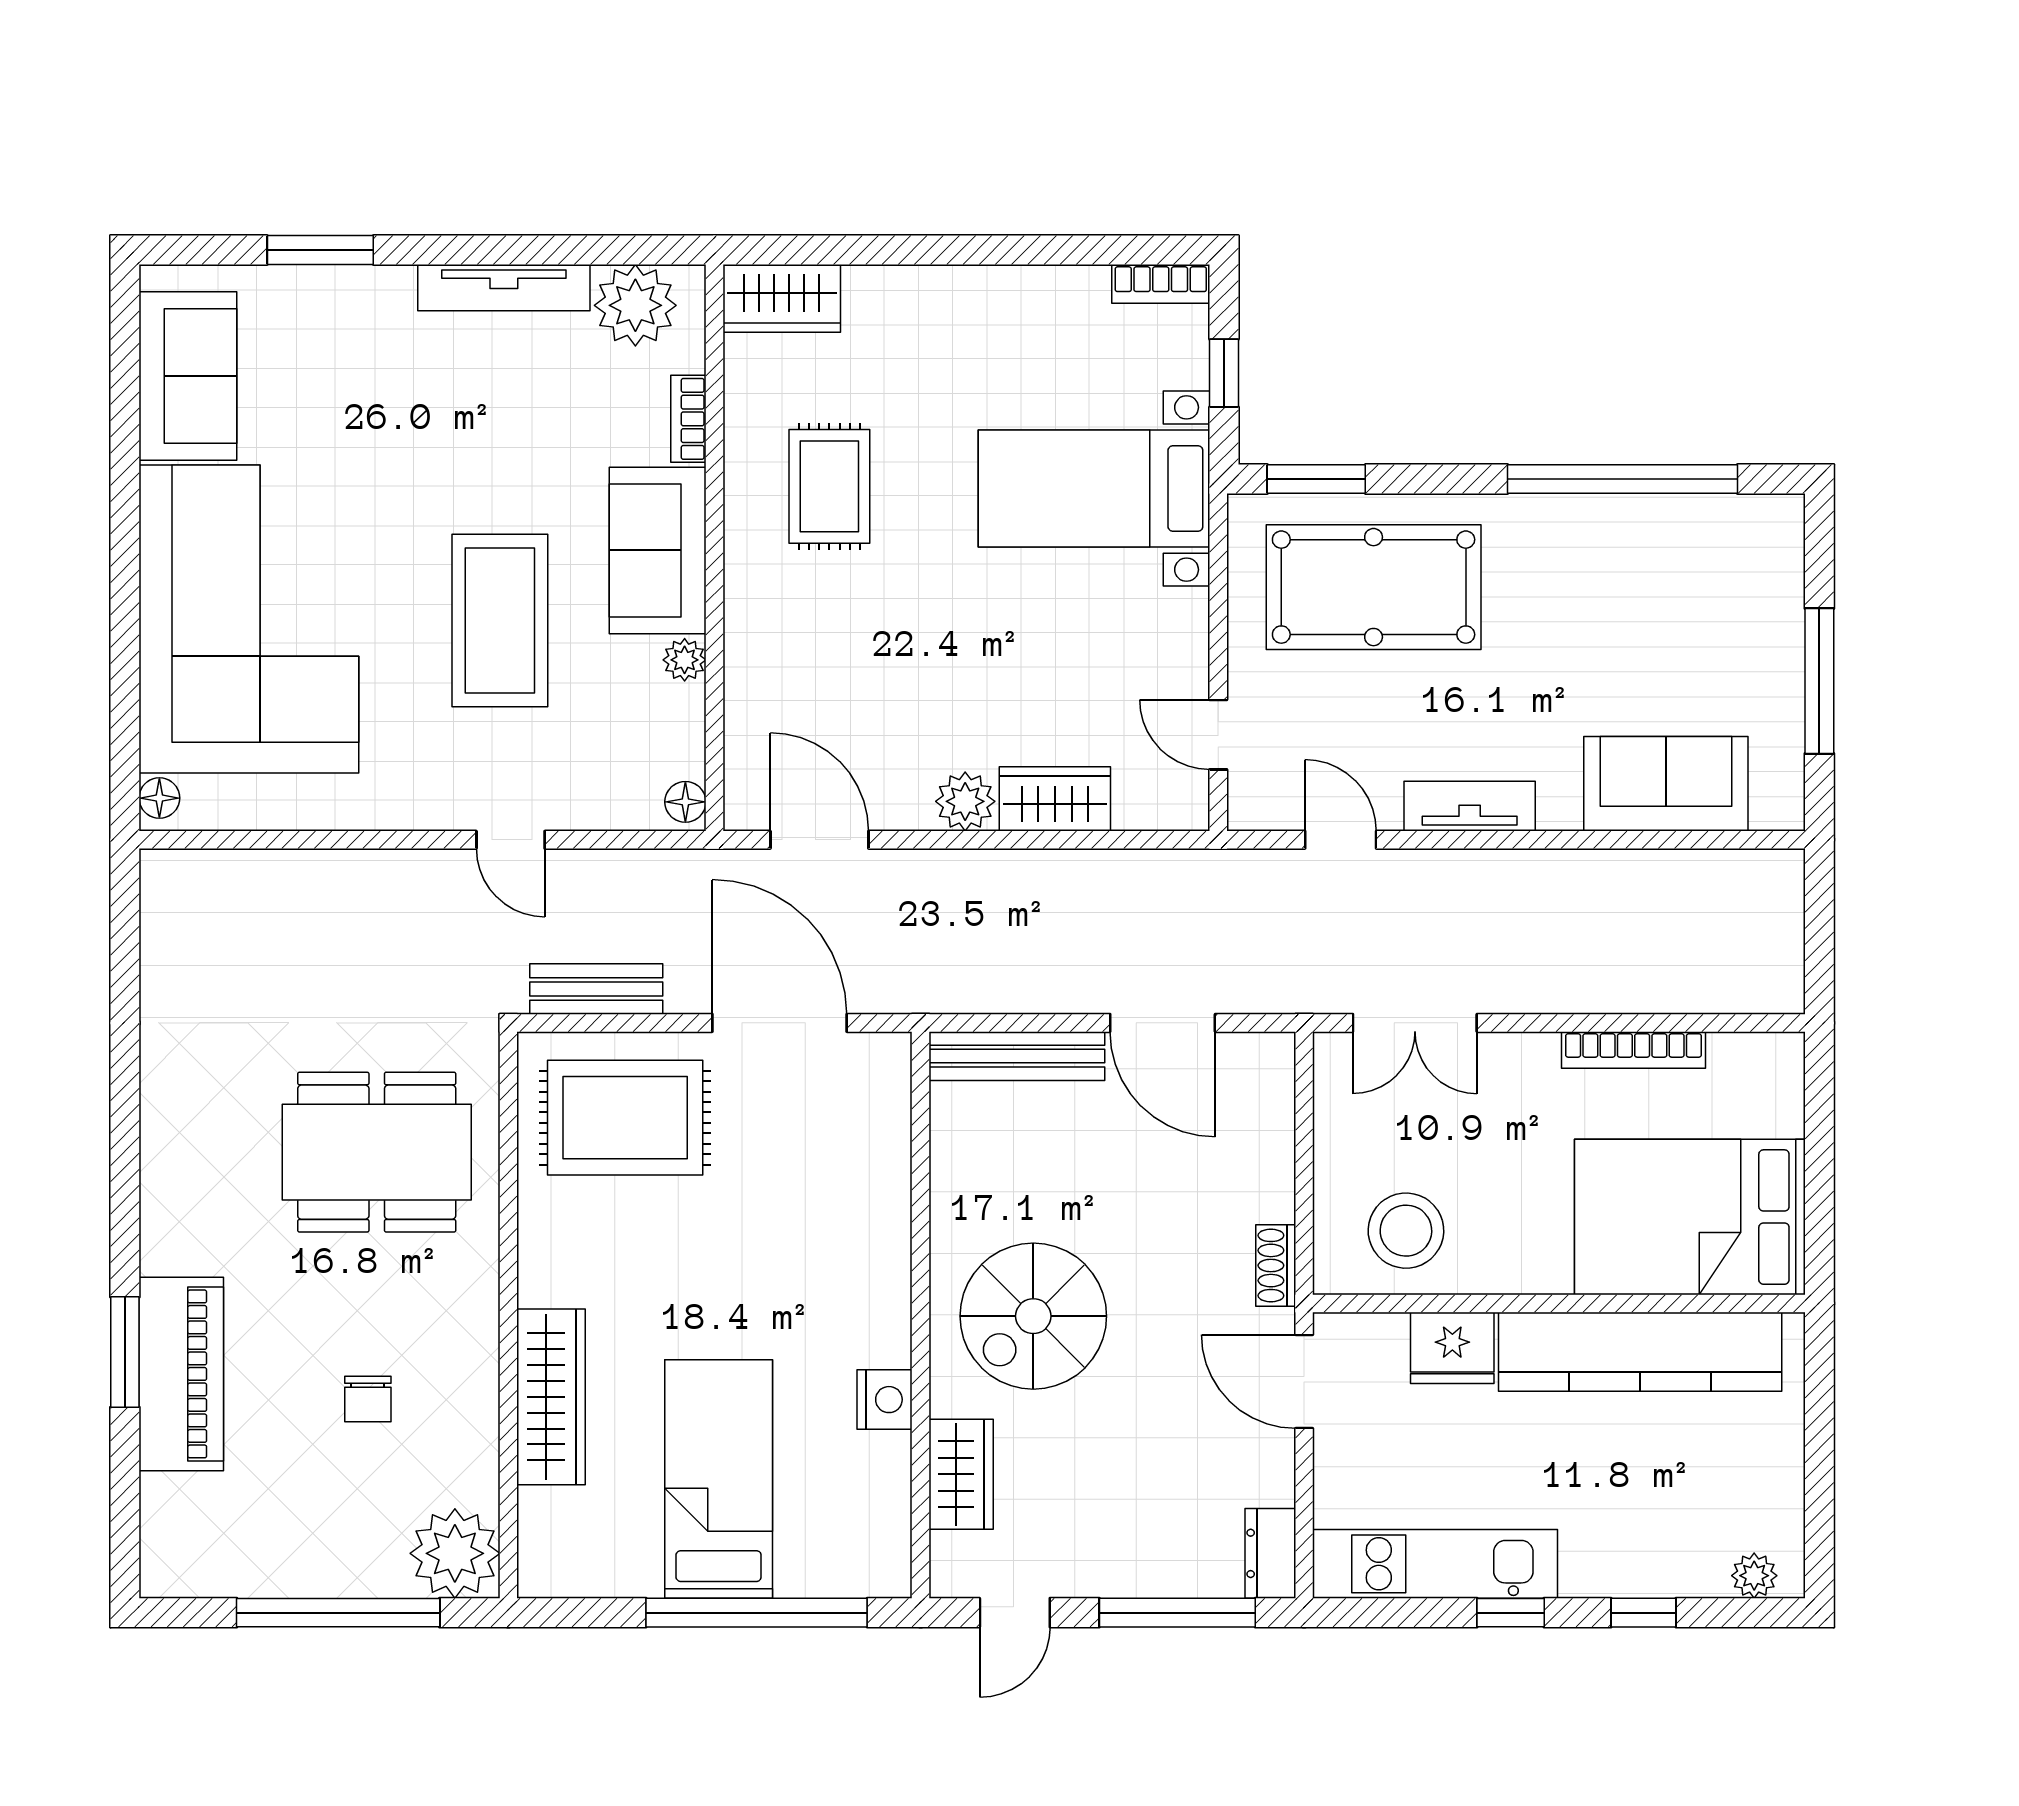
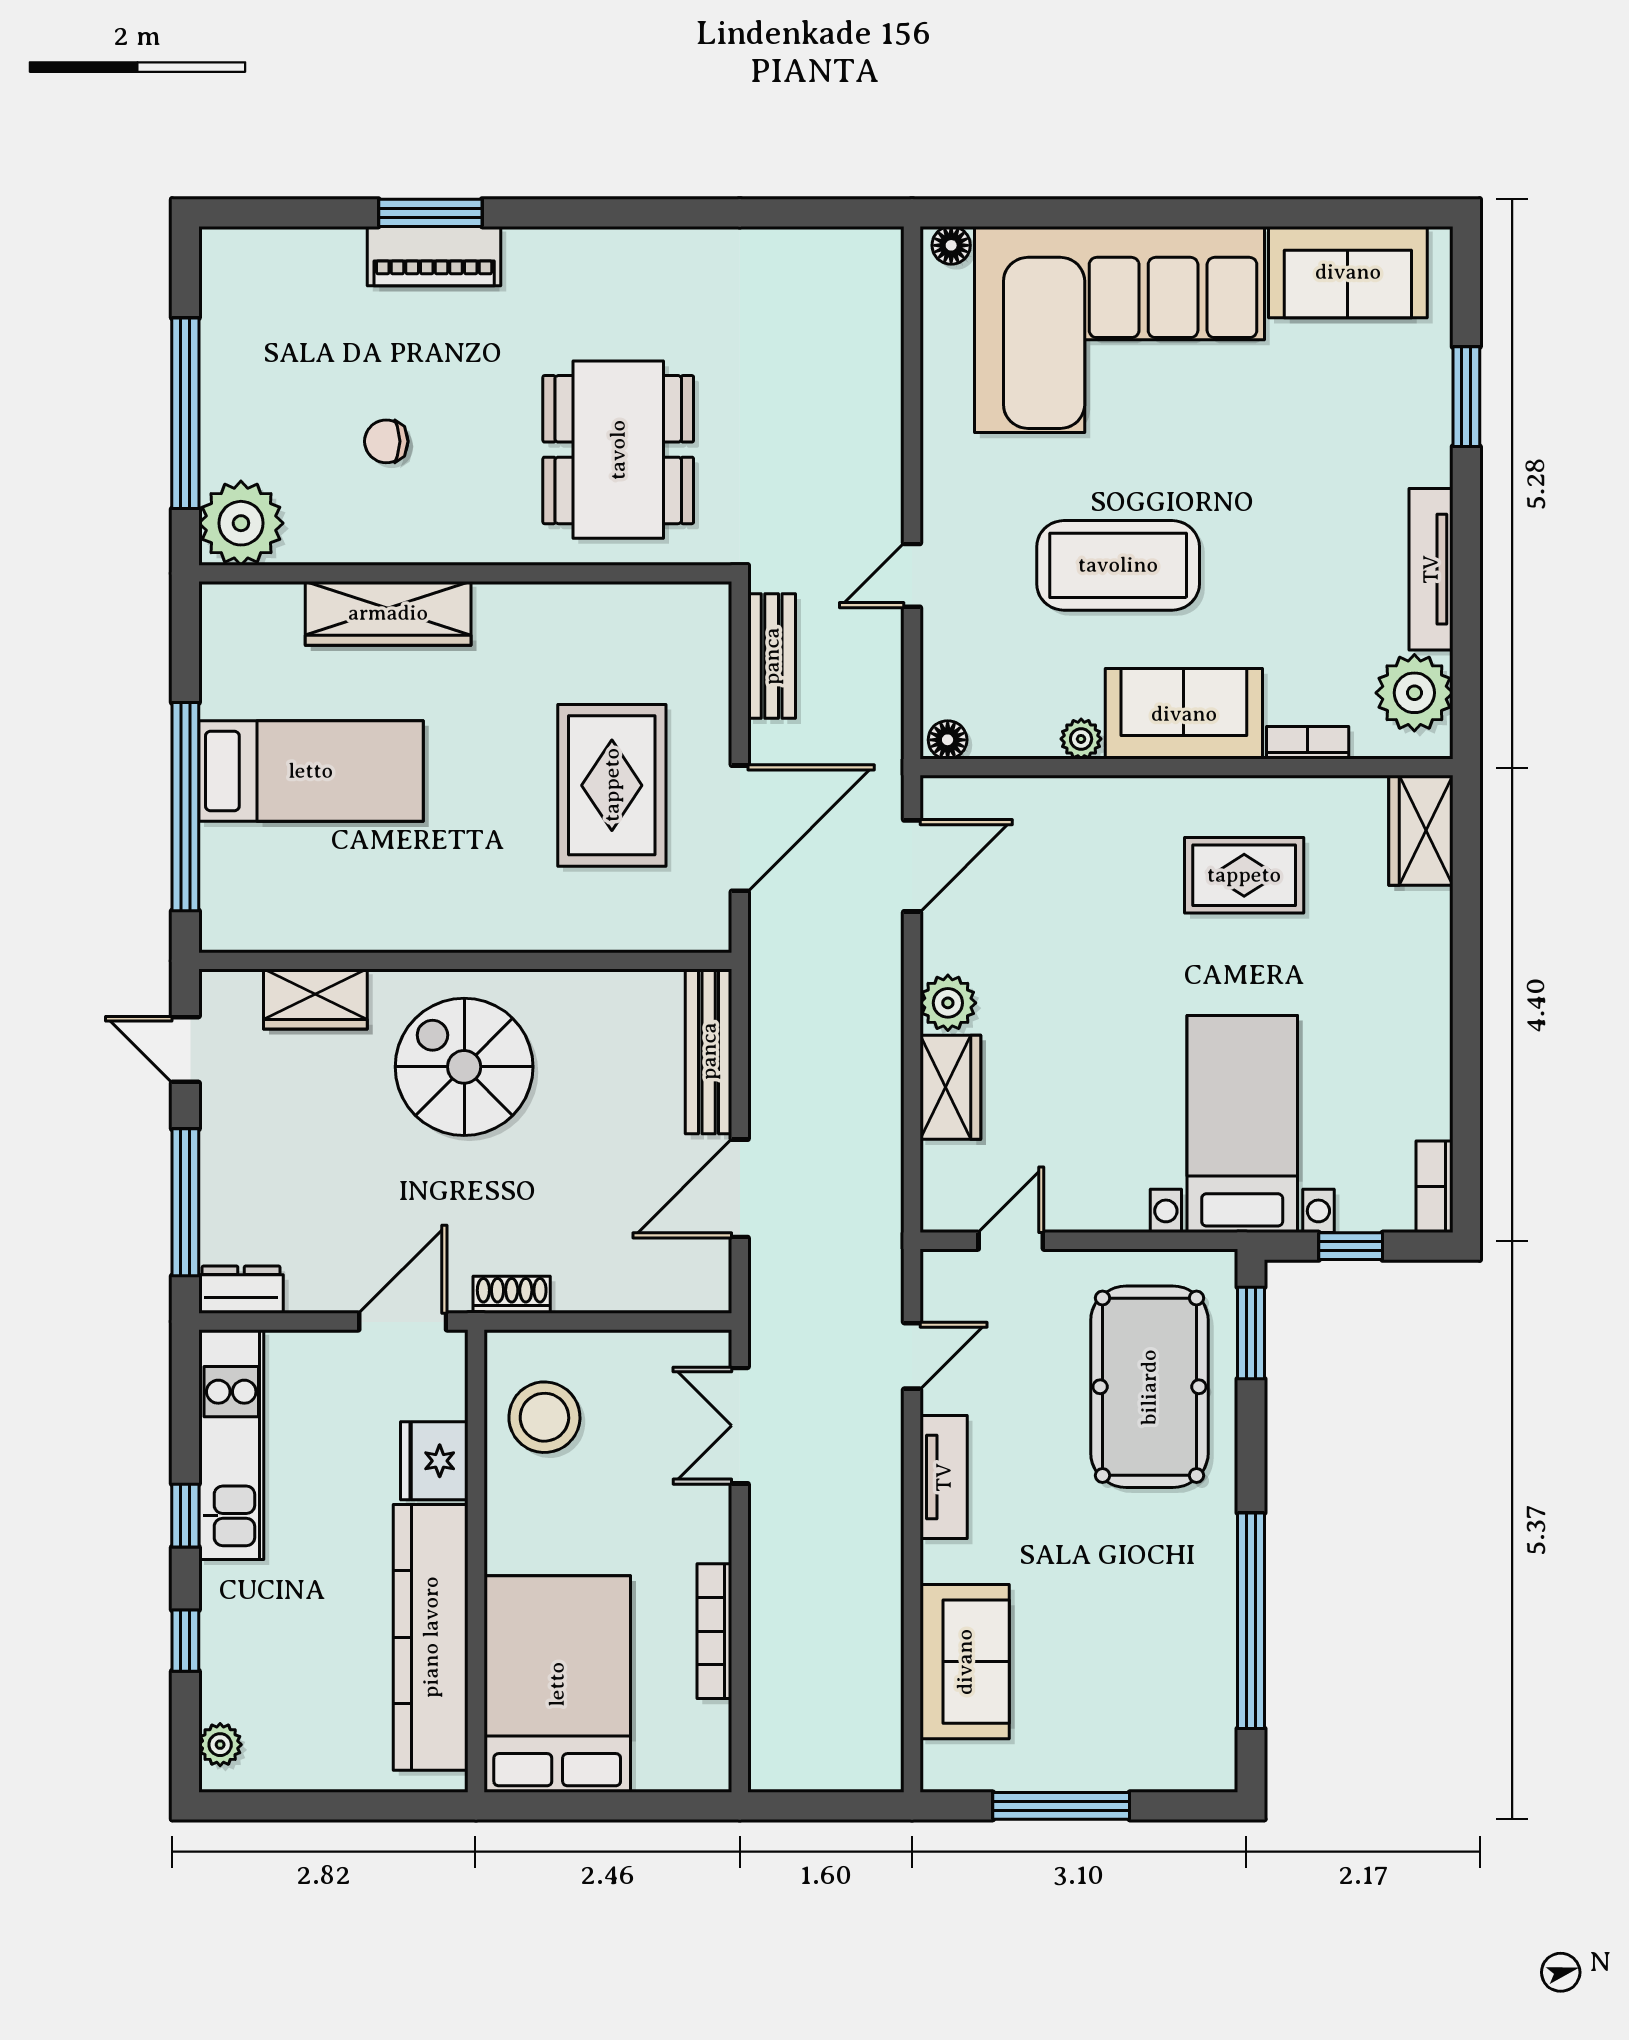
rug: (625, 1118) -> (612, 785), moved
piano: (181, 1374) -> (434, 256), width x0.73, depth x0.75
nightstand: (885, 1400) -> (386, 927), removed

